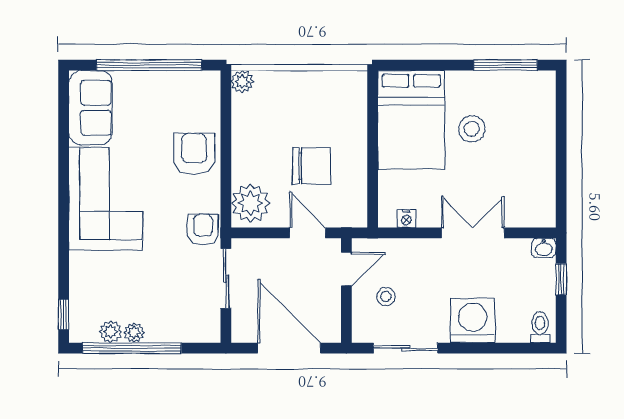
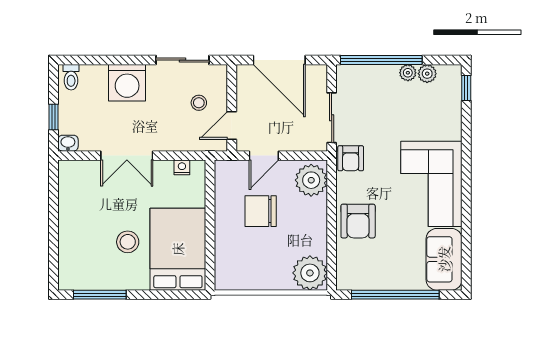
plant: (242, 82) -> (310, 273), width x1.88, depth x1.88
door: (308, 233) -> (264, 156), hinge flipped
window: (132, 348) -> (381, 60), moved

